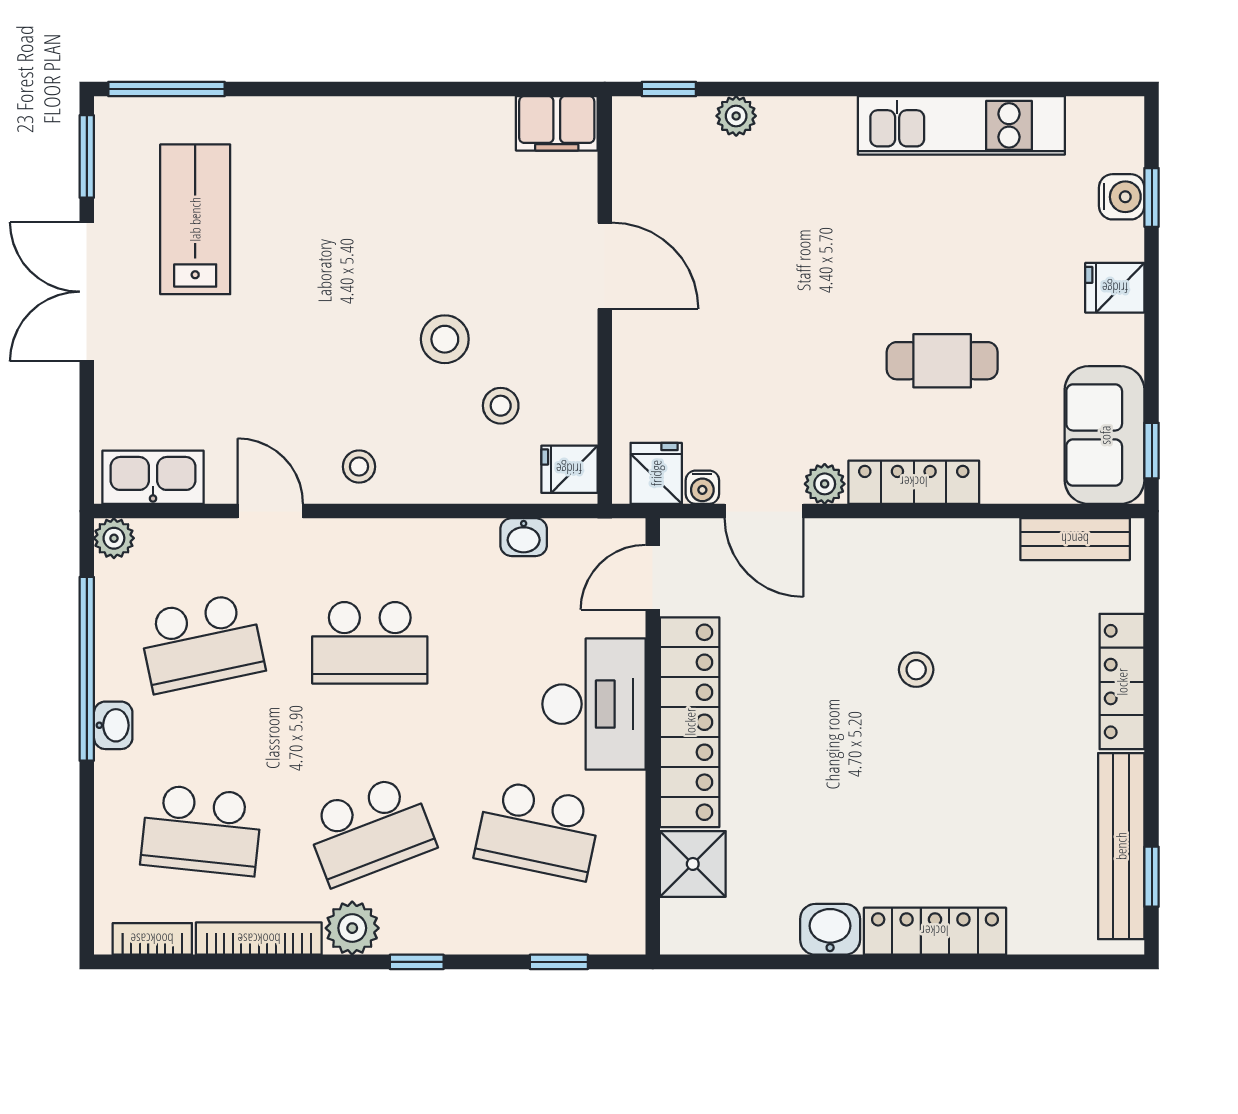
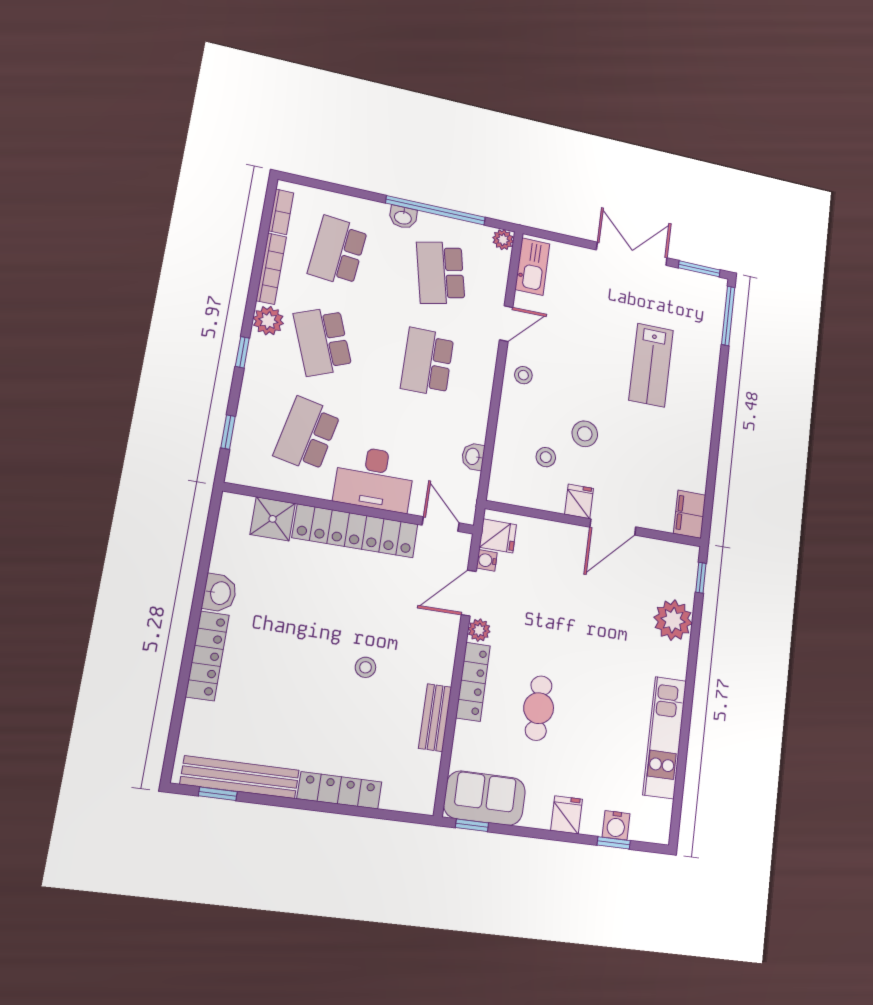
plant: (736, 116) -> (673, 620), width x1.88, depth x1.88
lab bench: (195, 219) -> (651, 365), moved, turned 90
fridge: (569, 469) -> (579, 501), moved
bench: (1075, 539) -> (435, 718), moved

